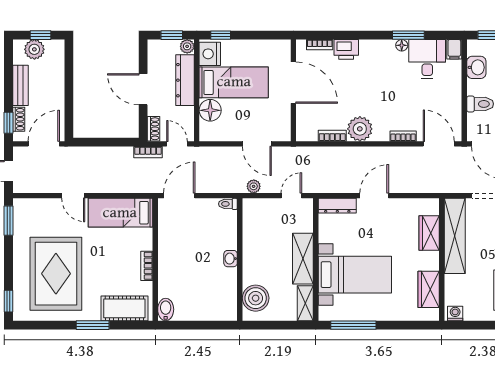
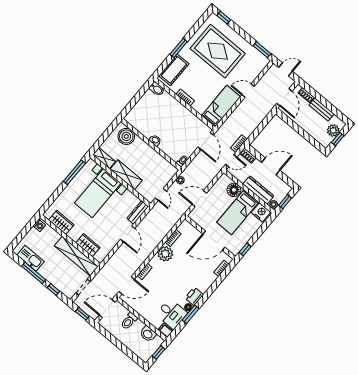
window: (221, 35) -> (245, 249), moved
printer: (346, 49) -> (194, 296), moved
window: (8, 123) -> (309, 89), removed

